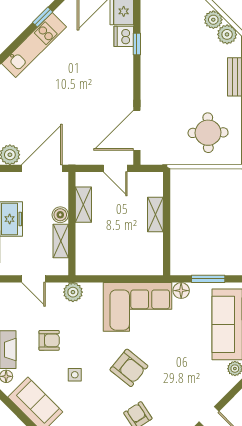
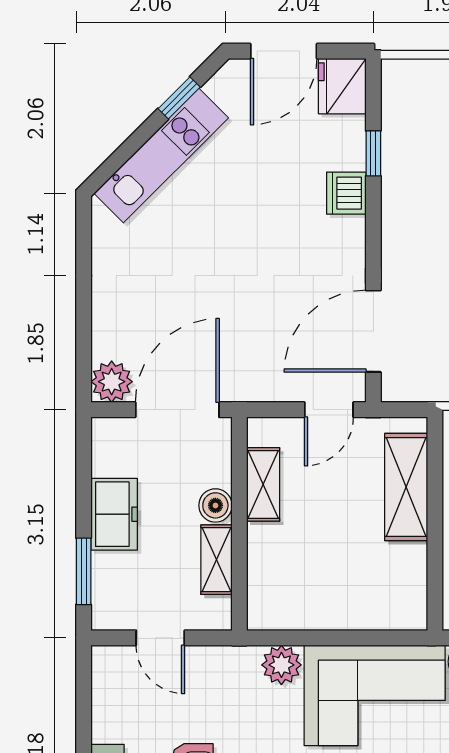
dishwasher: (124, 36) -> (346, 193), moved
door: (115, 168) -> (329, 410), hinge flipped
shelving: (155, 215) -> (406, 487), width x1.50, depth x1.33
plant: (73, 292) -> (281, 665), moved

